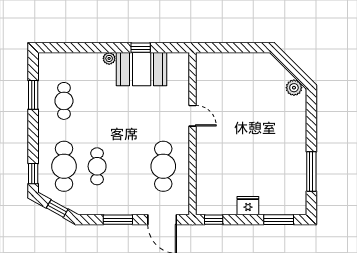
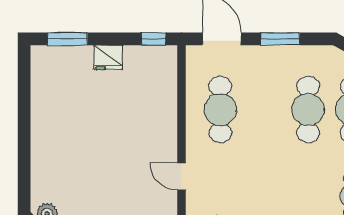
cafe table: (97, 166) -> (308, 109), width x1.37, depth x1.35
window: (311, 172) -> (24, 102), removed

